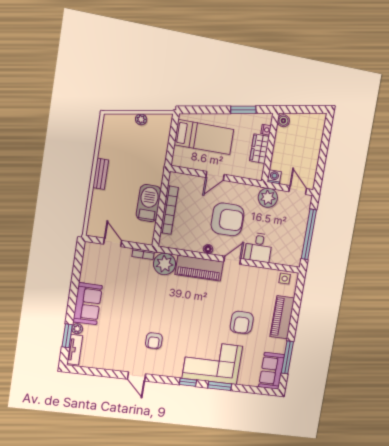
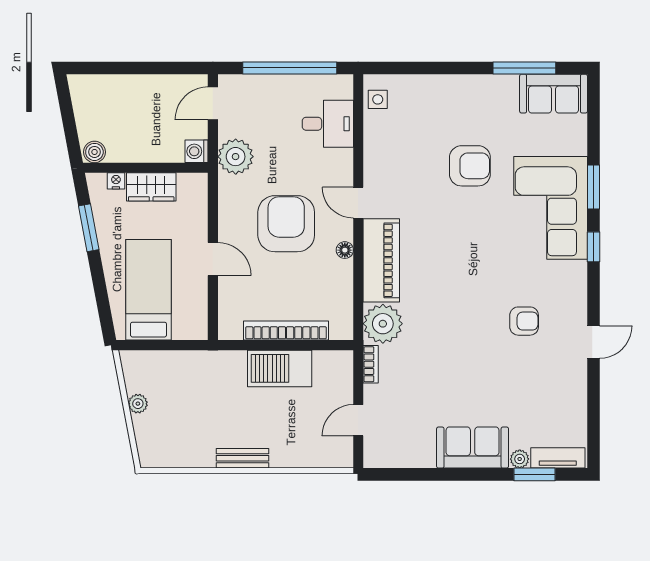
desk: (258, 247) -> (328, 124), moved
piano: (282, 317) -> (450, 91), removed

